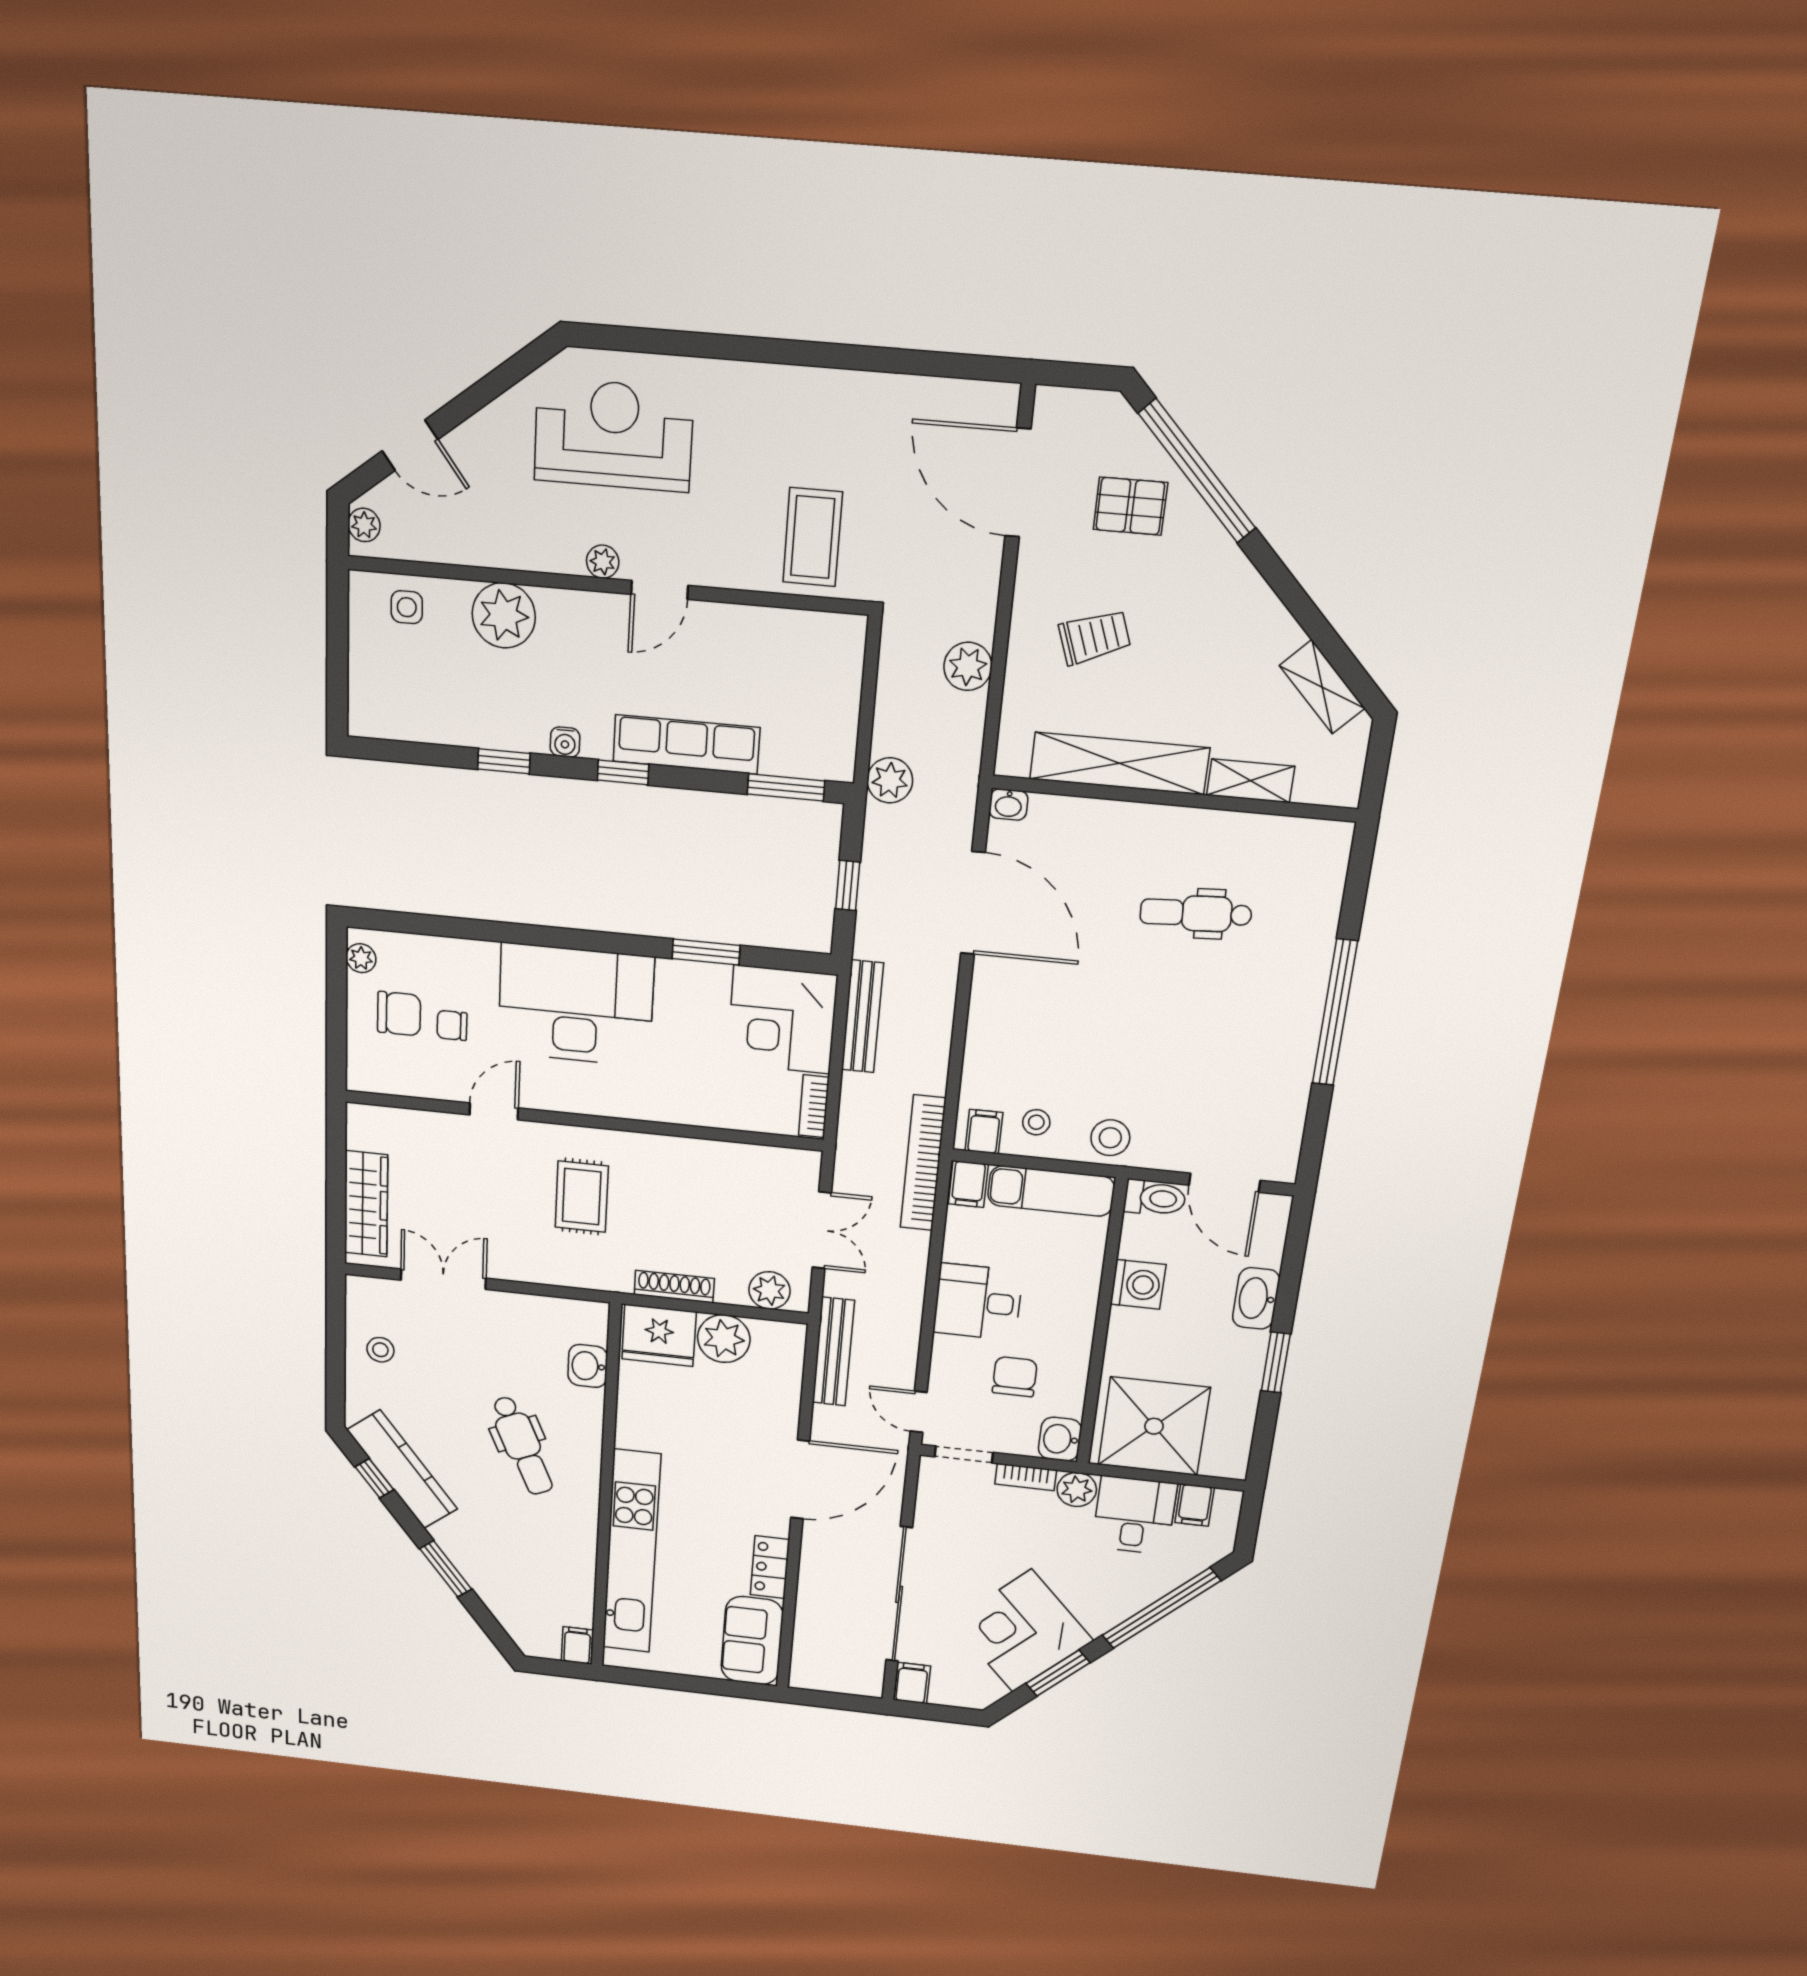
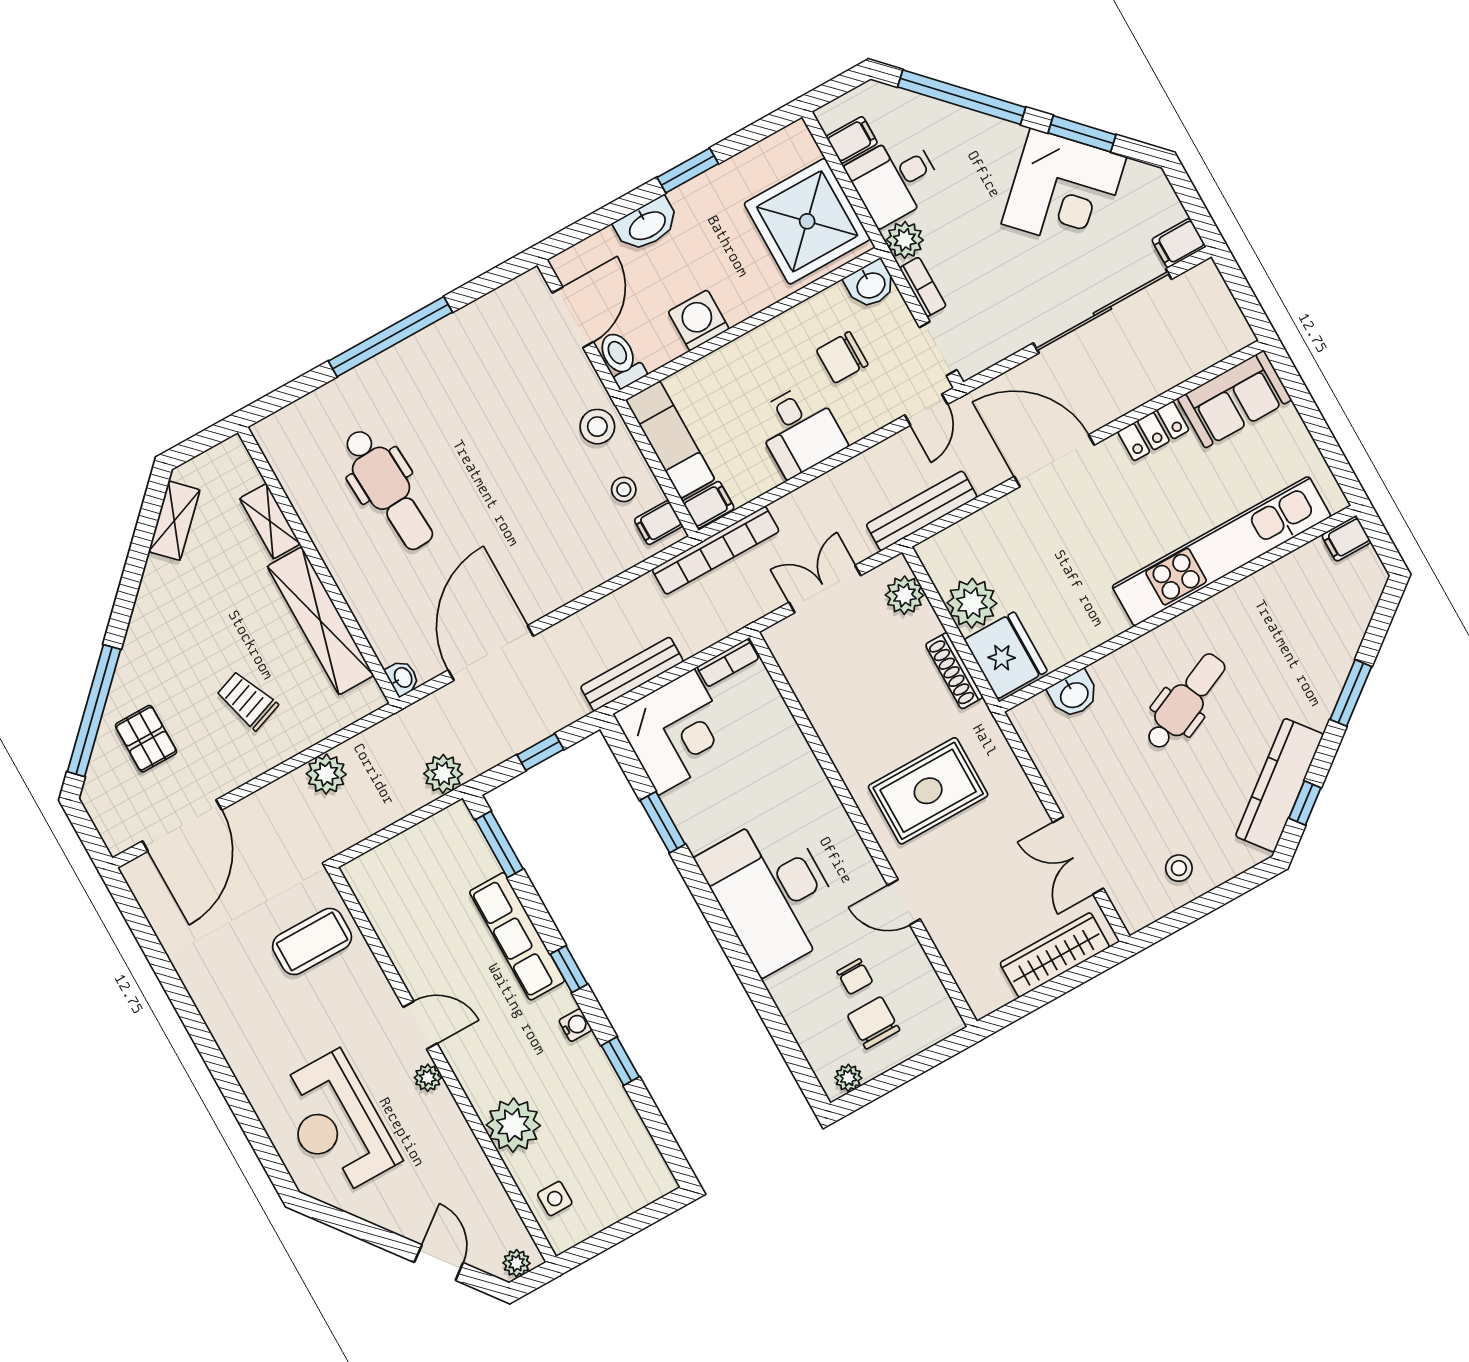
dental chair: (1196, 913) -> (388, 489), width x1.36, depth x1.38
rug: (582, 1197) -> (928, 791), width x1.36, depth x1.43

